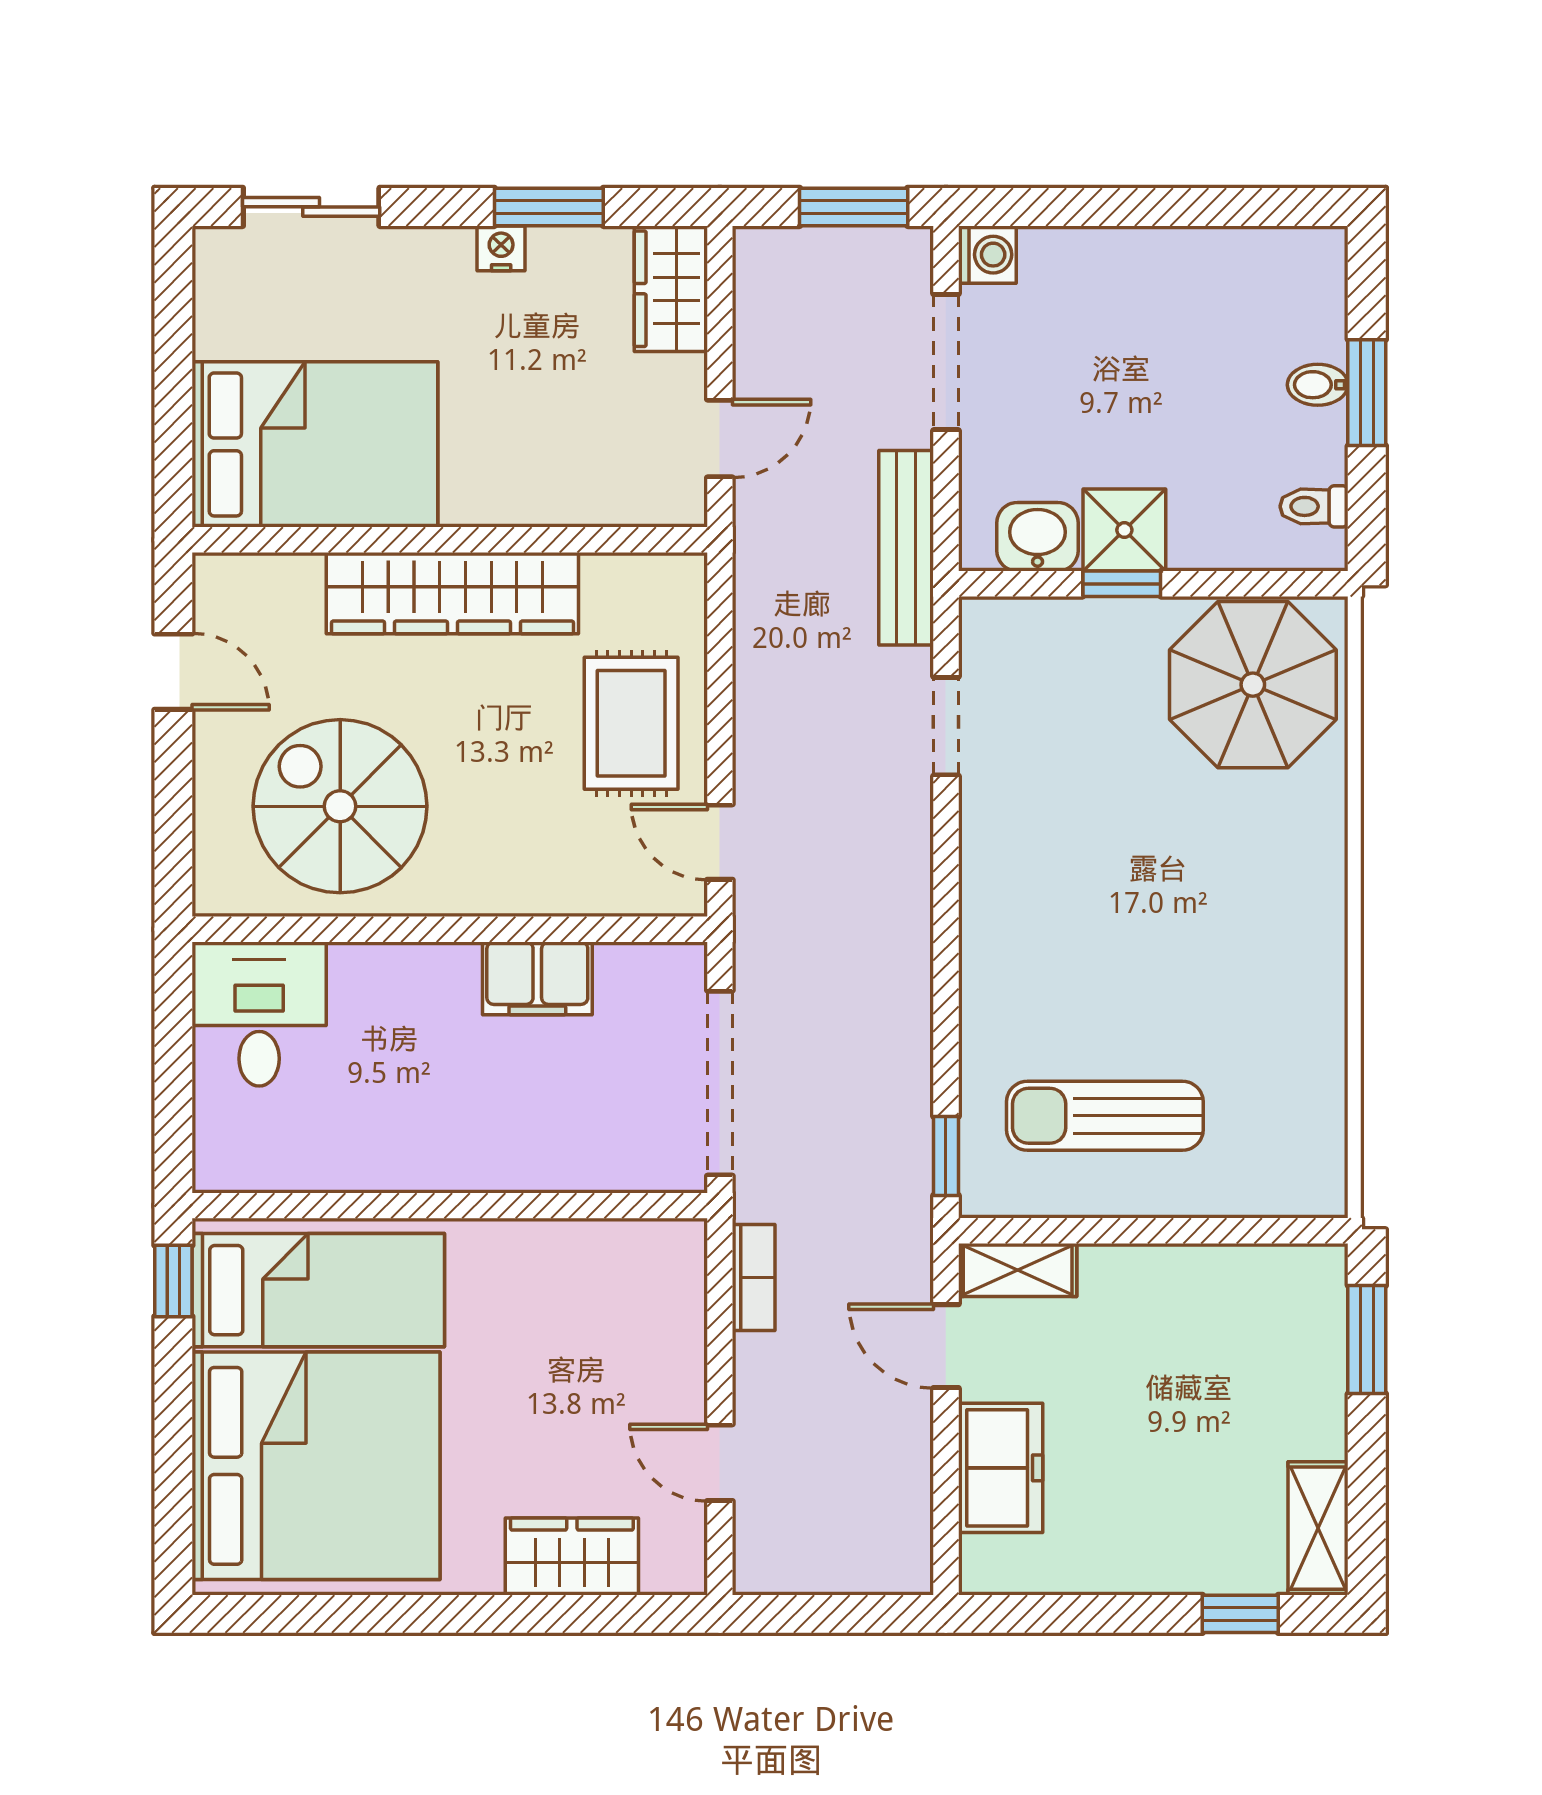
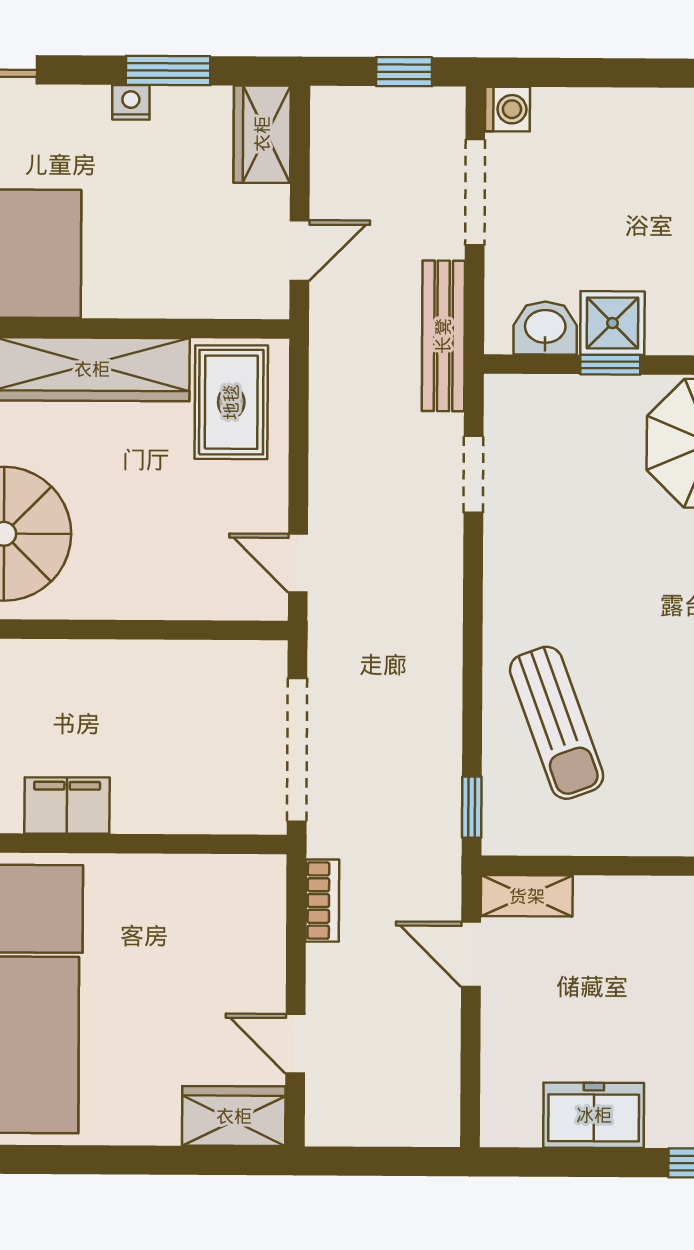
window: (854, 207) -> (404, 72), width x0.67
rug: (631, 723) -> (231, 402), moved
filing cabinet: (537, 978) -> (67, 805), moved, turned 180
sun lounger: (1105, 1116) -> (557, 723), moved, turned -110
freezer: (1001, 1468) -> (594, 1115), moved, turned -90
wardrobe: (572, 1556) -> (234, 1116), moved

